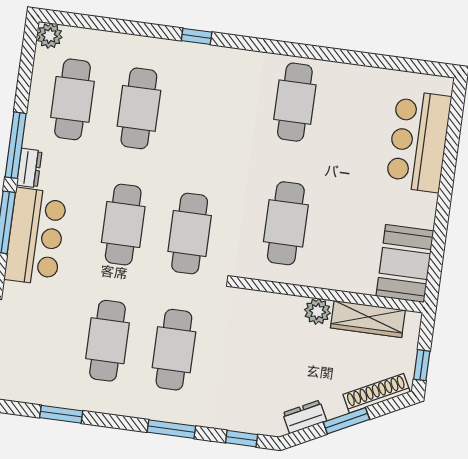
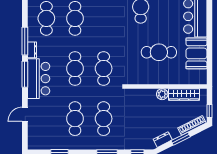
cafe table: (286, 223) -> (159, 52), moved, turned 90
booth: (405, 263) -> (196, 53), moved

